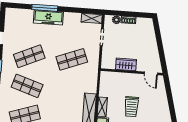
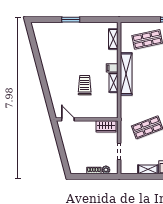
shelving: (92, 18) -> (148, 169), moved
wardrobe: (126, 64) -> (106, 126), moved

